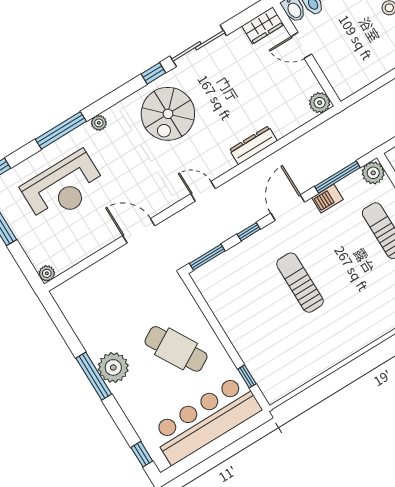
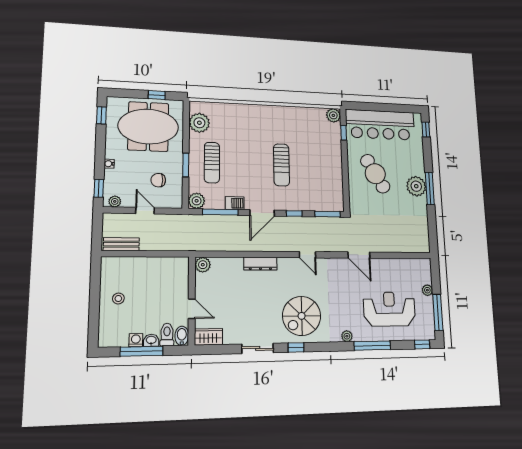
sliding door: (198, 46) -> (258, 348), width x0.73
spiral stairs: (168, 114) -> (302, 316), turned 180
plant: (47, 273) -> (427, 290), moved
plant: (273, 391) -> (333, 115), added

